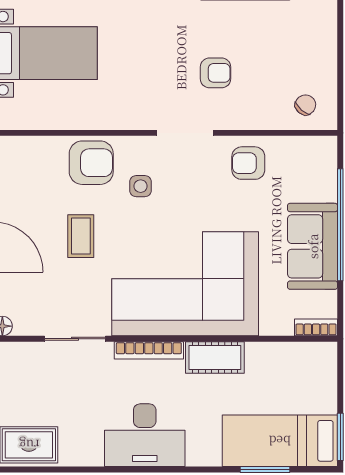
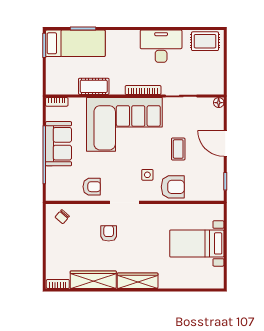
armchair: (215, 73) -> (109, 233), turned 90
armchair: (91, 163) -> (173, 187), turned 180
cot: (215, 357) -> (94, 86), moved
desk: (145, 435) -> (161, 46), moved

